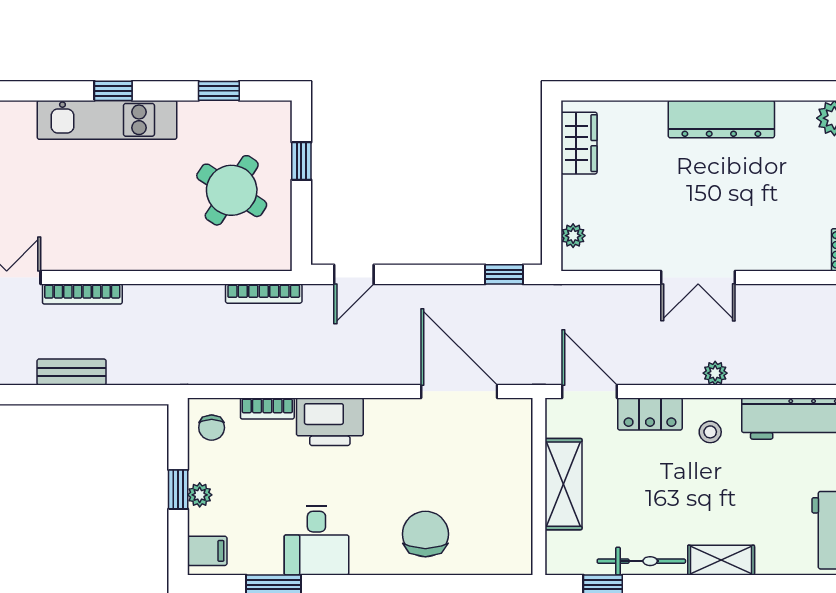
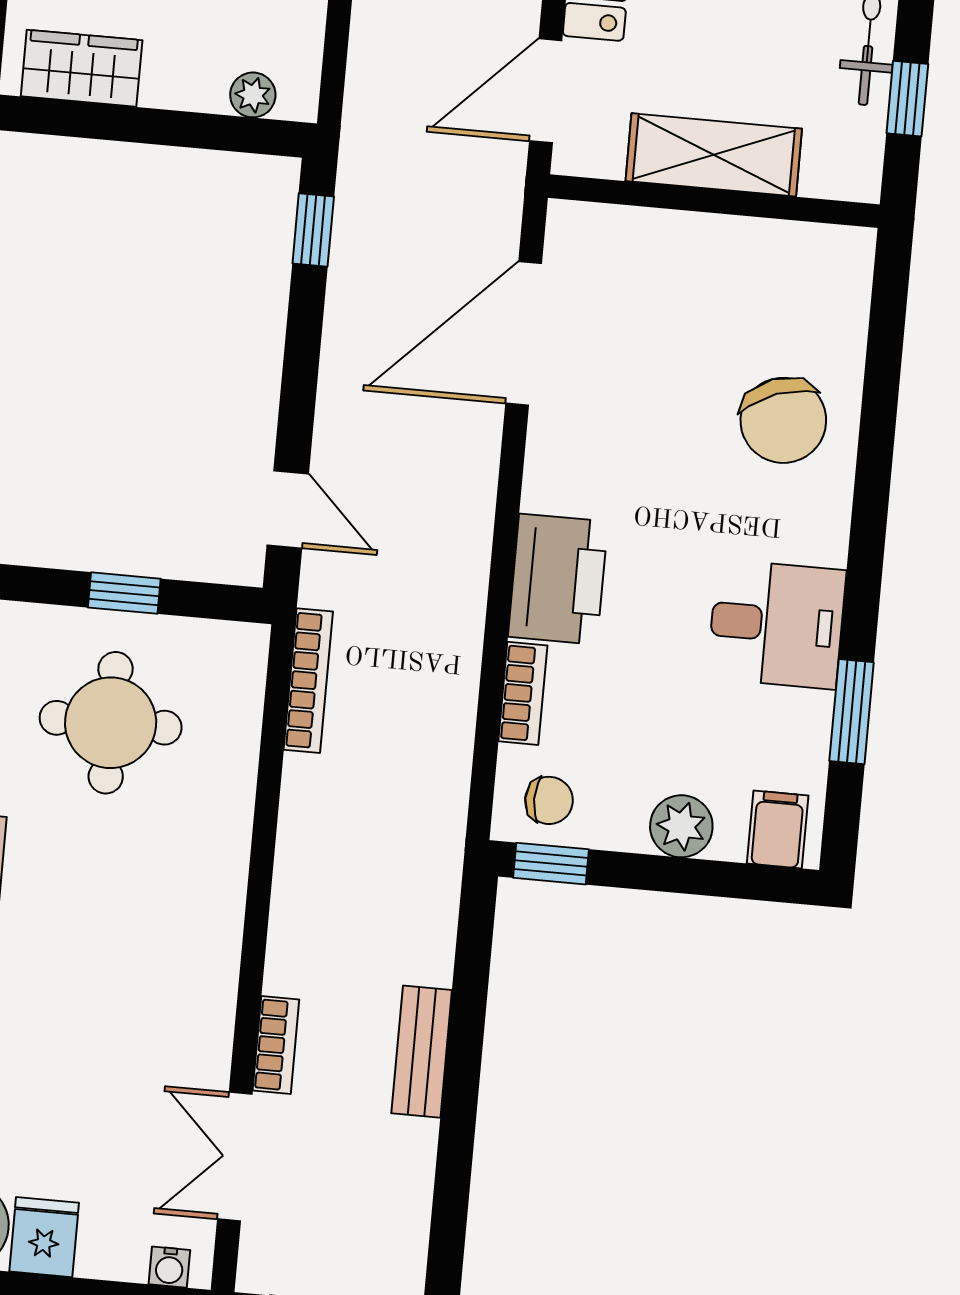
window: (301, 161) -> (124, 593), moved
round table: (232, 190) -> (111, 723), turned -33
bookcase: (82, 294) -> (276, 1045), width x0.64
window: (178, 489) -> (551, 864), moved
plant: (200, 495) -> (681, 826), width x1.38, depth x1.38
chair: (425, 534) -> (783, 420), turned -110

